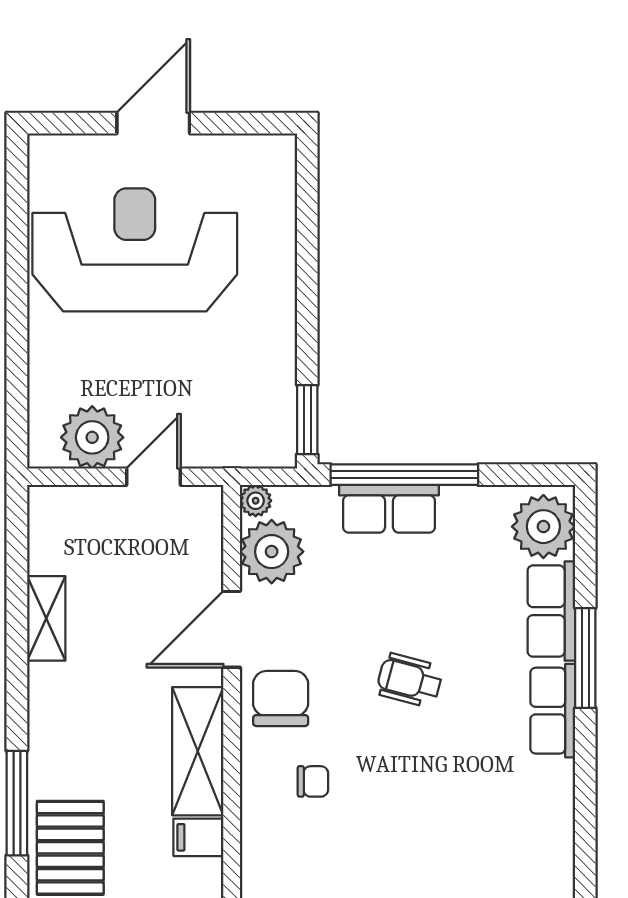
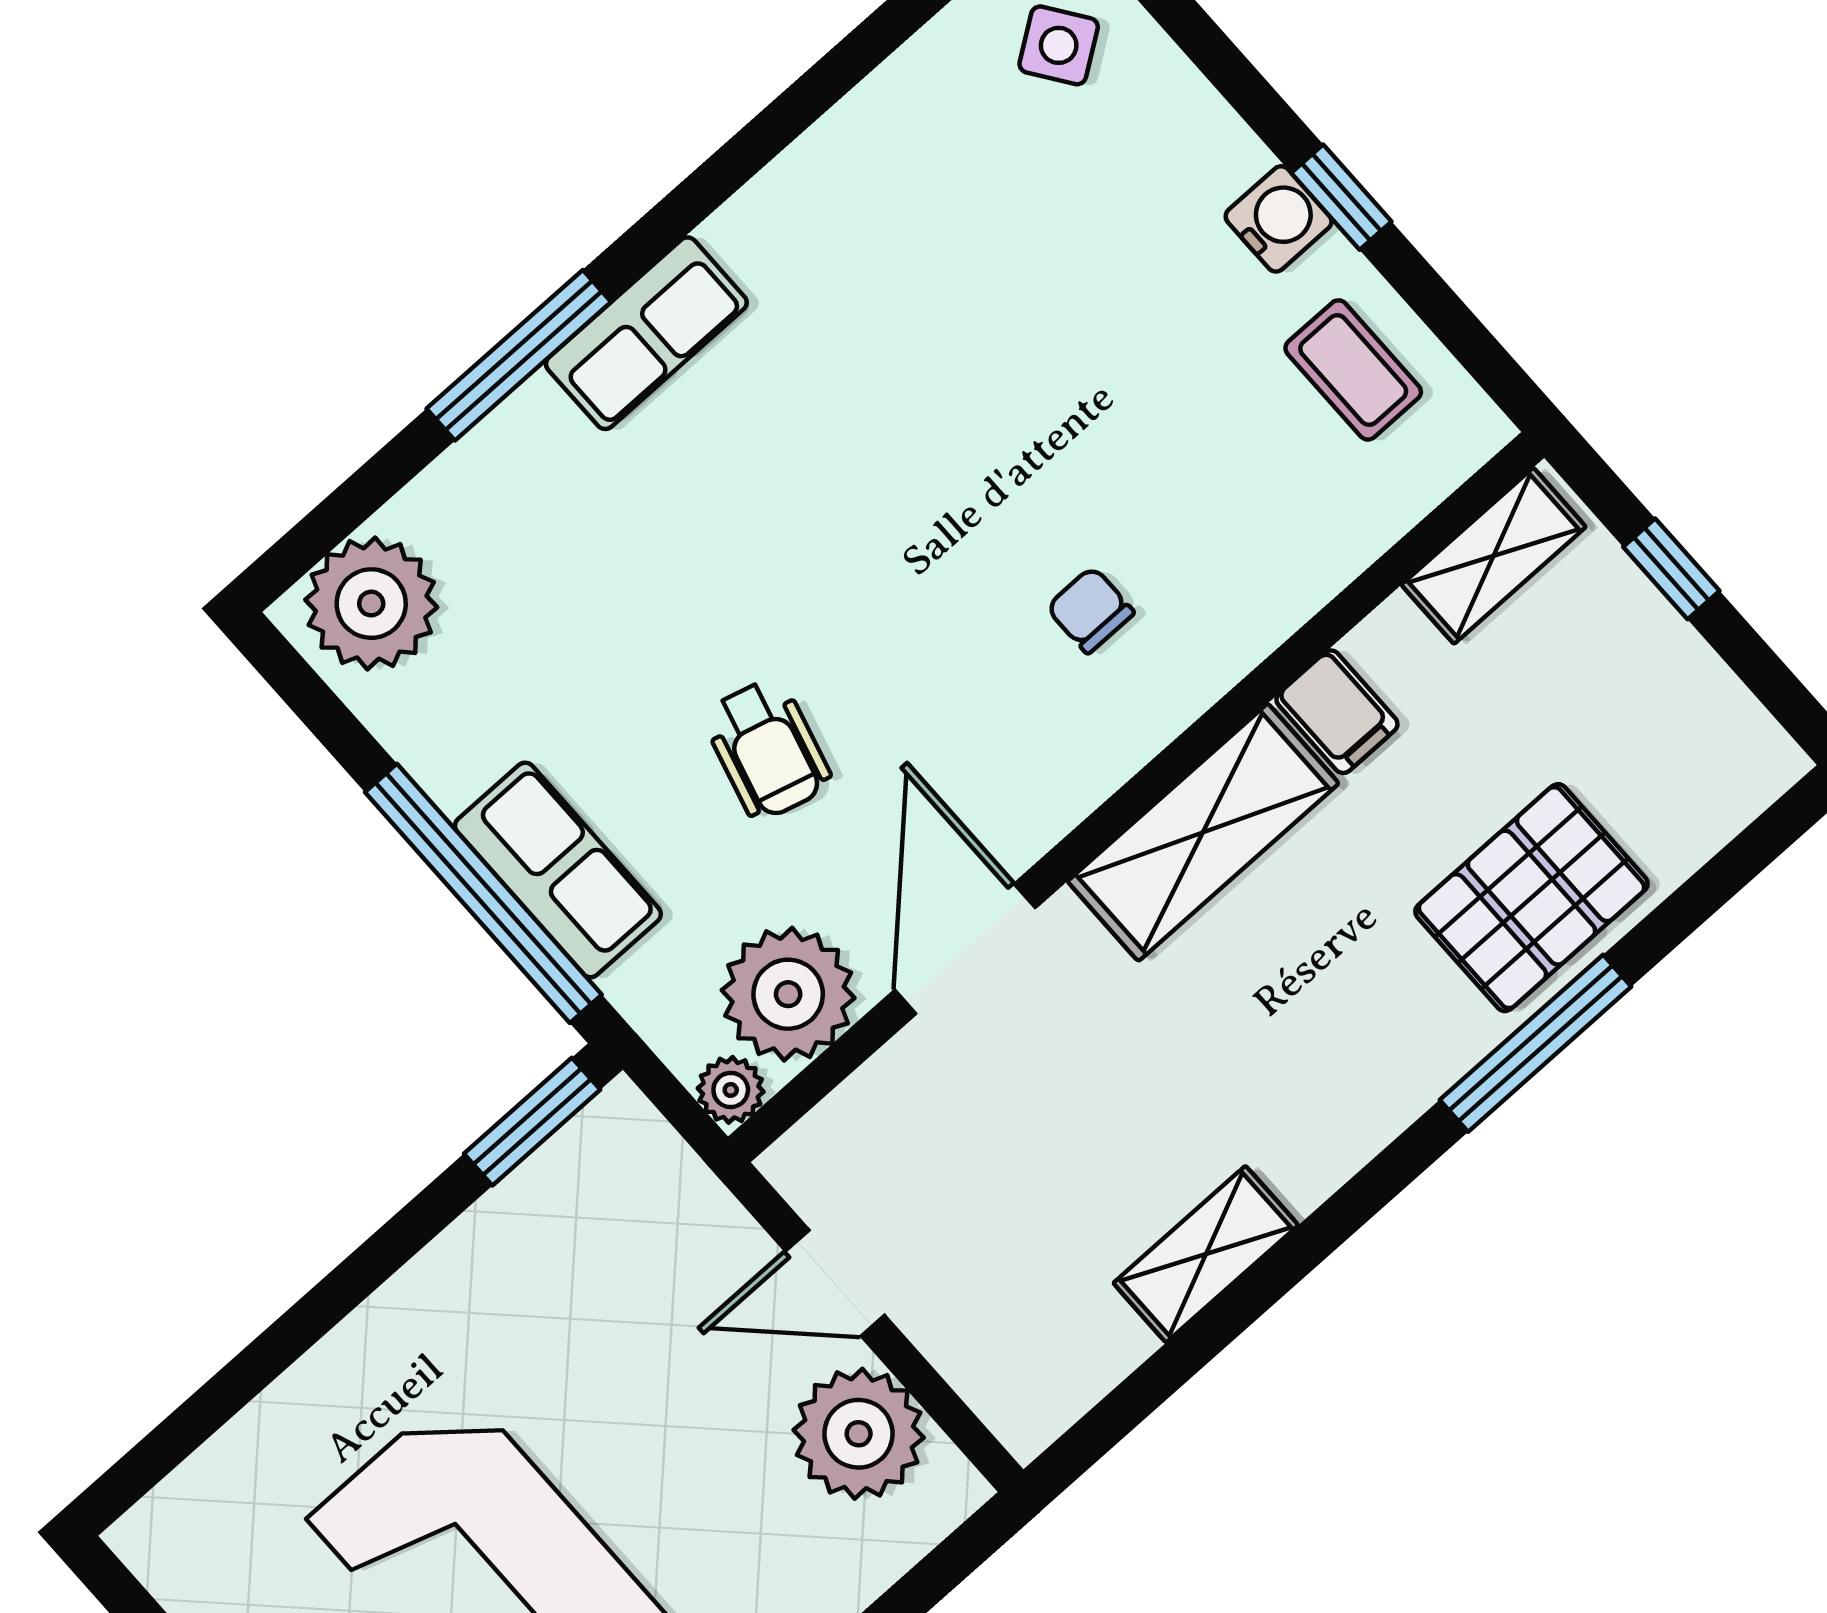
row of seats: (551, 611) -> (493, 474), removed
door: (232, 629) -> (965, 949), swing flipped
wheelchair: (410, 680) -> (767, 749), moved
chair: (281, 698) -> (1005, 776), removed

